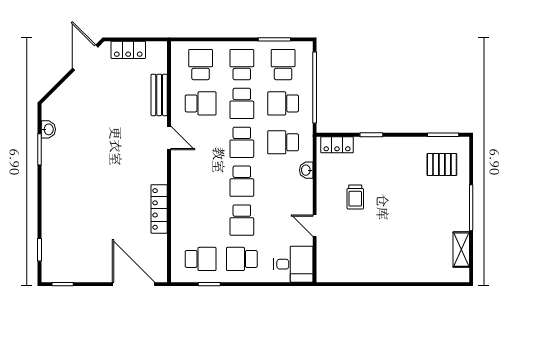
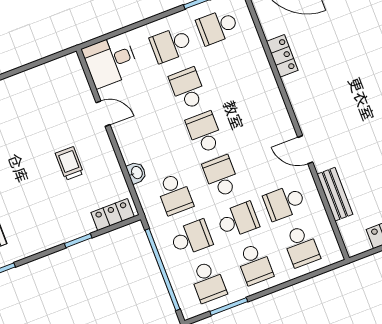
school desk: (242, 103) -> (238, 220), turned 90
school desk: (283, 142) -> (175, 194), turned 90
locker: (159, 209) -> (282, 56), width x0.66
school desk: (242, 259) -> (171, 45), turned 180

